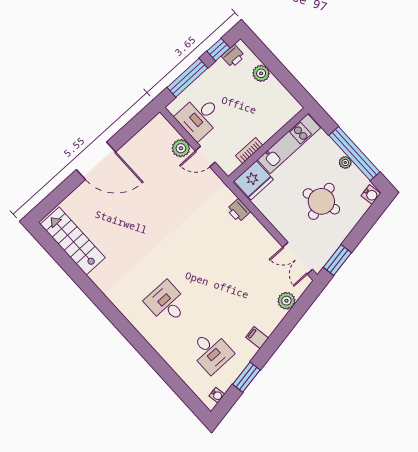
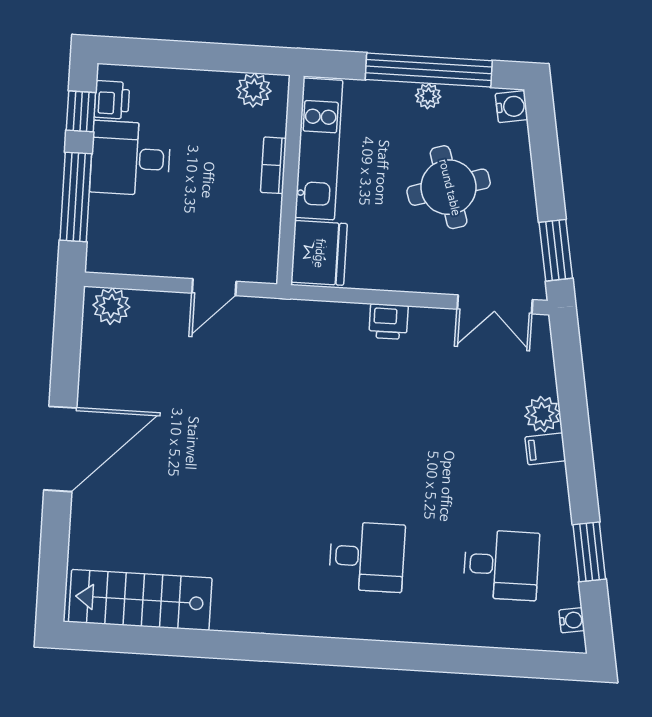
plant: (261, 73) -> (254, 90), moved
desk: (199, 117) -> (130, 158), moved, turned 90
plant: (181, 148) -> (111, 306), moved
bookcase: (249, 151) -> (273, 165), moved
printer: (239, 211) -> (389, 322), moved
plant: (286, 301) -> (543, 414), moved
desk: (167, 303) -> (367, 557), turned 180
filing cabinet: (257, 338) -> (545, 449), moved

